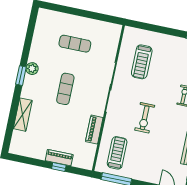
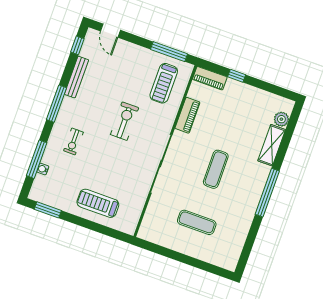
treadmill: (142, 62) -> (98, 203), moved, turned -90
plant: (32, 69) -> (281, 119), moved
window: (21, 76) -> (267, 193), width x2.11
piano: (59, 158) -> (210, 78), moved

